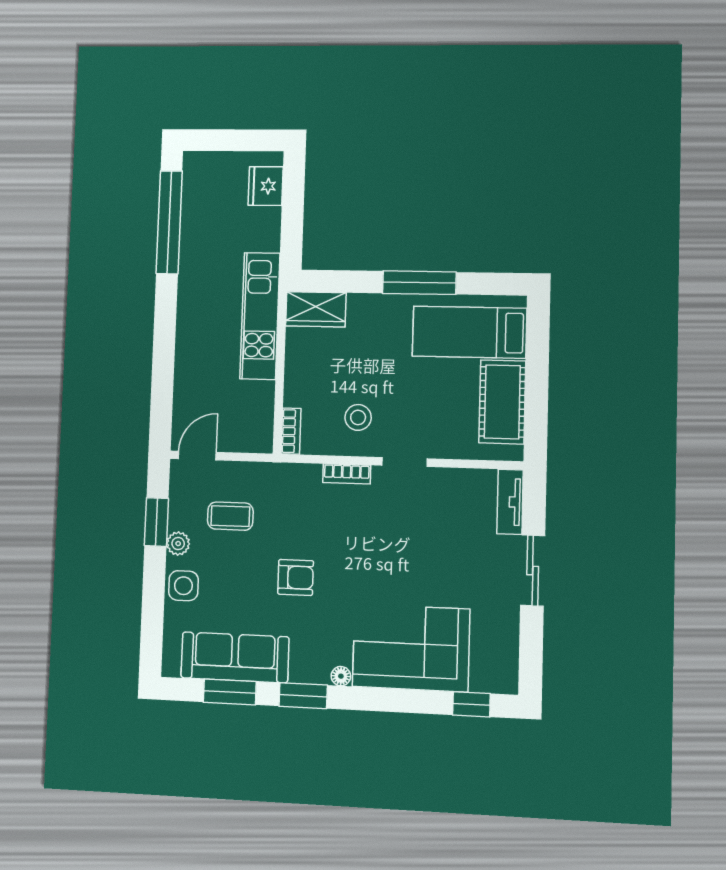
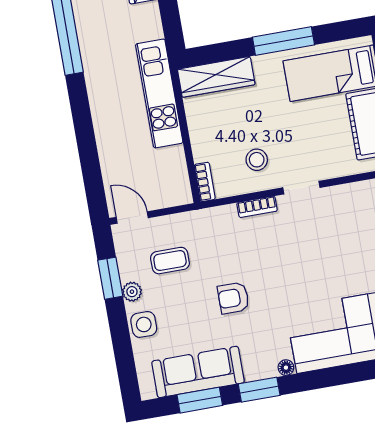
wardrobe: (316, 309) -> (216, 77), width x1.50
door: (197, 456) -> (132, 217), hinge flipped
armchair: (296, 577) -> (233, 298), turned 180

